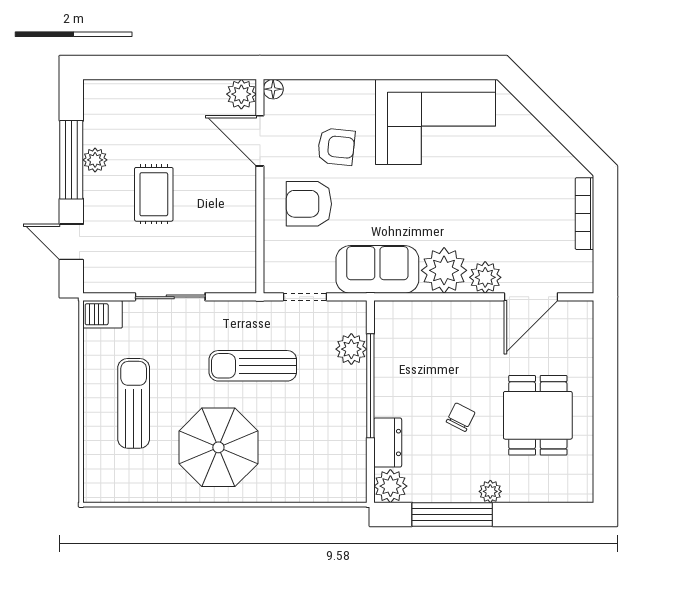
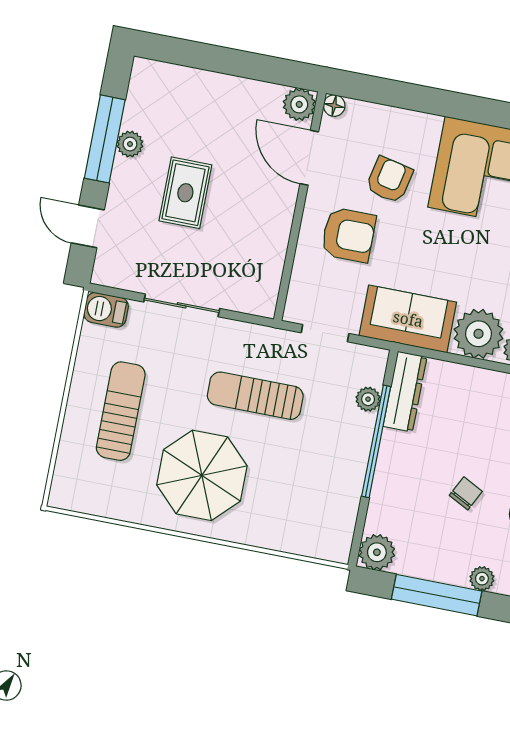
armchair: (336, 147) -> (389, 180), turned -84
armchair: (309, 204) -> (348, 235), turned 180
plant: (351, 349) -> (368, 399), width x0.73, depth x0.73
dresser: (388, 442) -> (405, 392), moved, width x1.44

